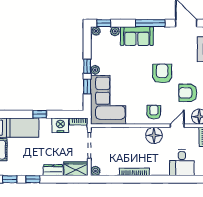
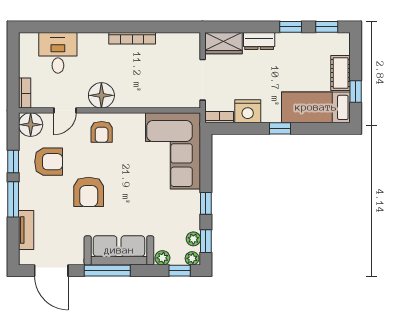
sofa: (137, 36) -> (119, 250), width x1.36
plant: (95, 70) -> (193, 239), moved
window: (87, 86) -> (206, 241), moved
plant: (95, 171) -> (193, 40), removed

